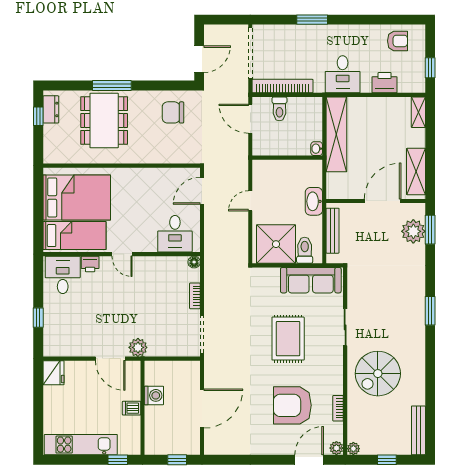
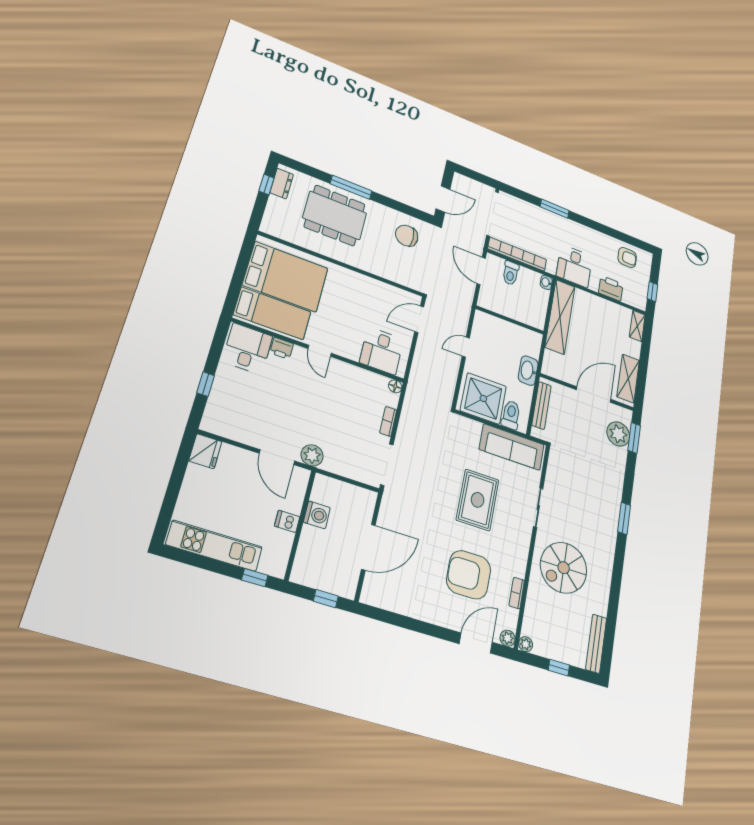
dining table: (104, 121) -> (335, 215), turned 90
washbasin: (317, 149) -> (546, 282), moved

